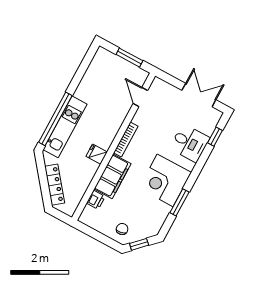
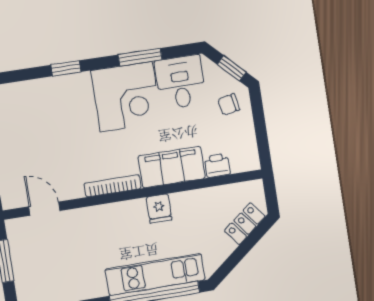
door: (140, 97) -> (44, 209), swing flipped
window: (215, 137) -> (66, 68), moved
desk: (190, 143) -> (180, 82), moved
locker: (55, 185) -> (245, 224), width x0.66

